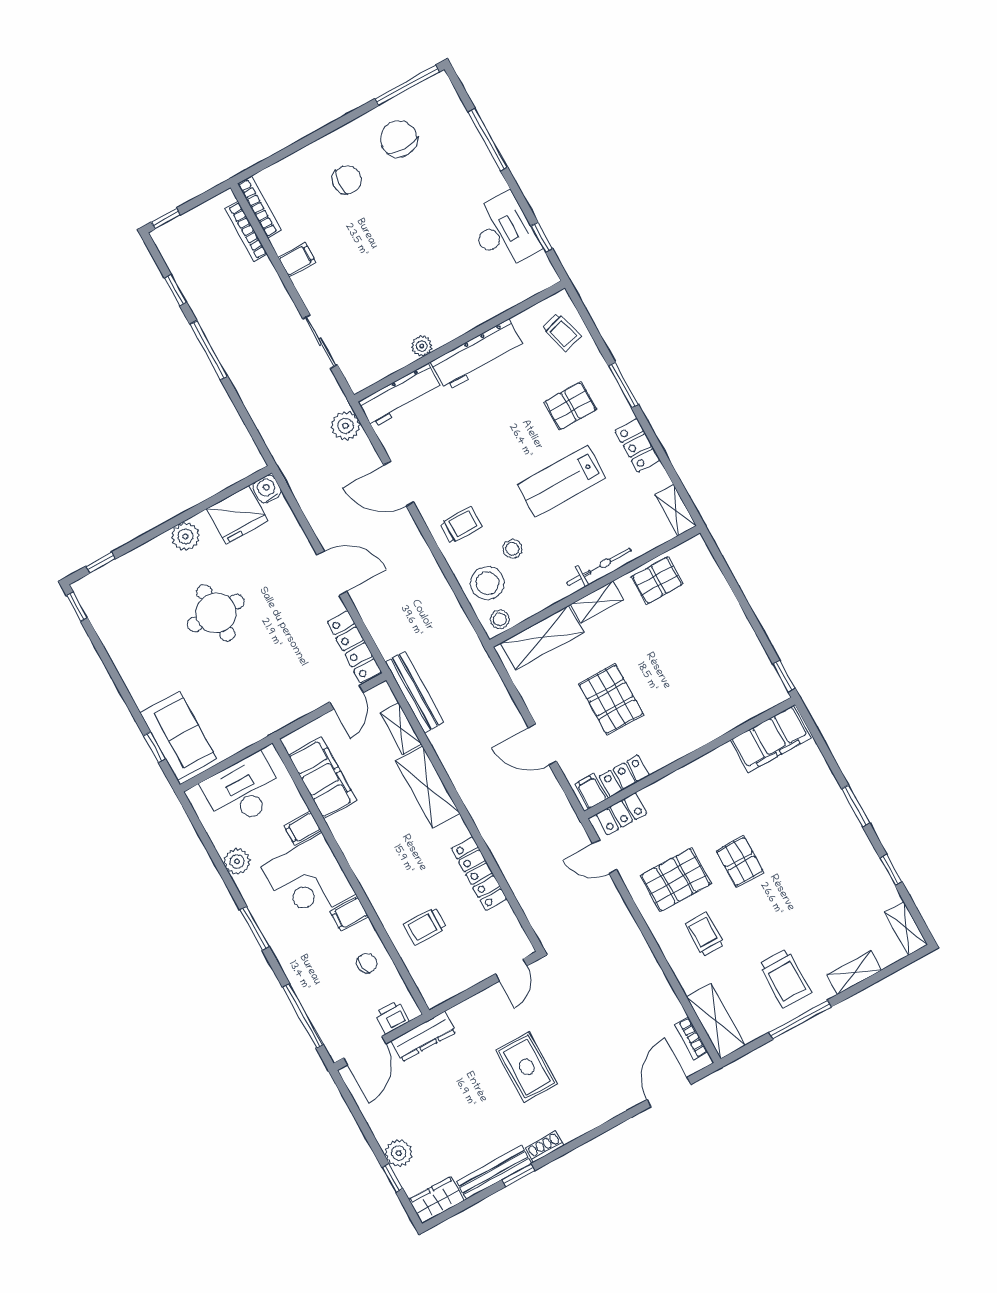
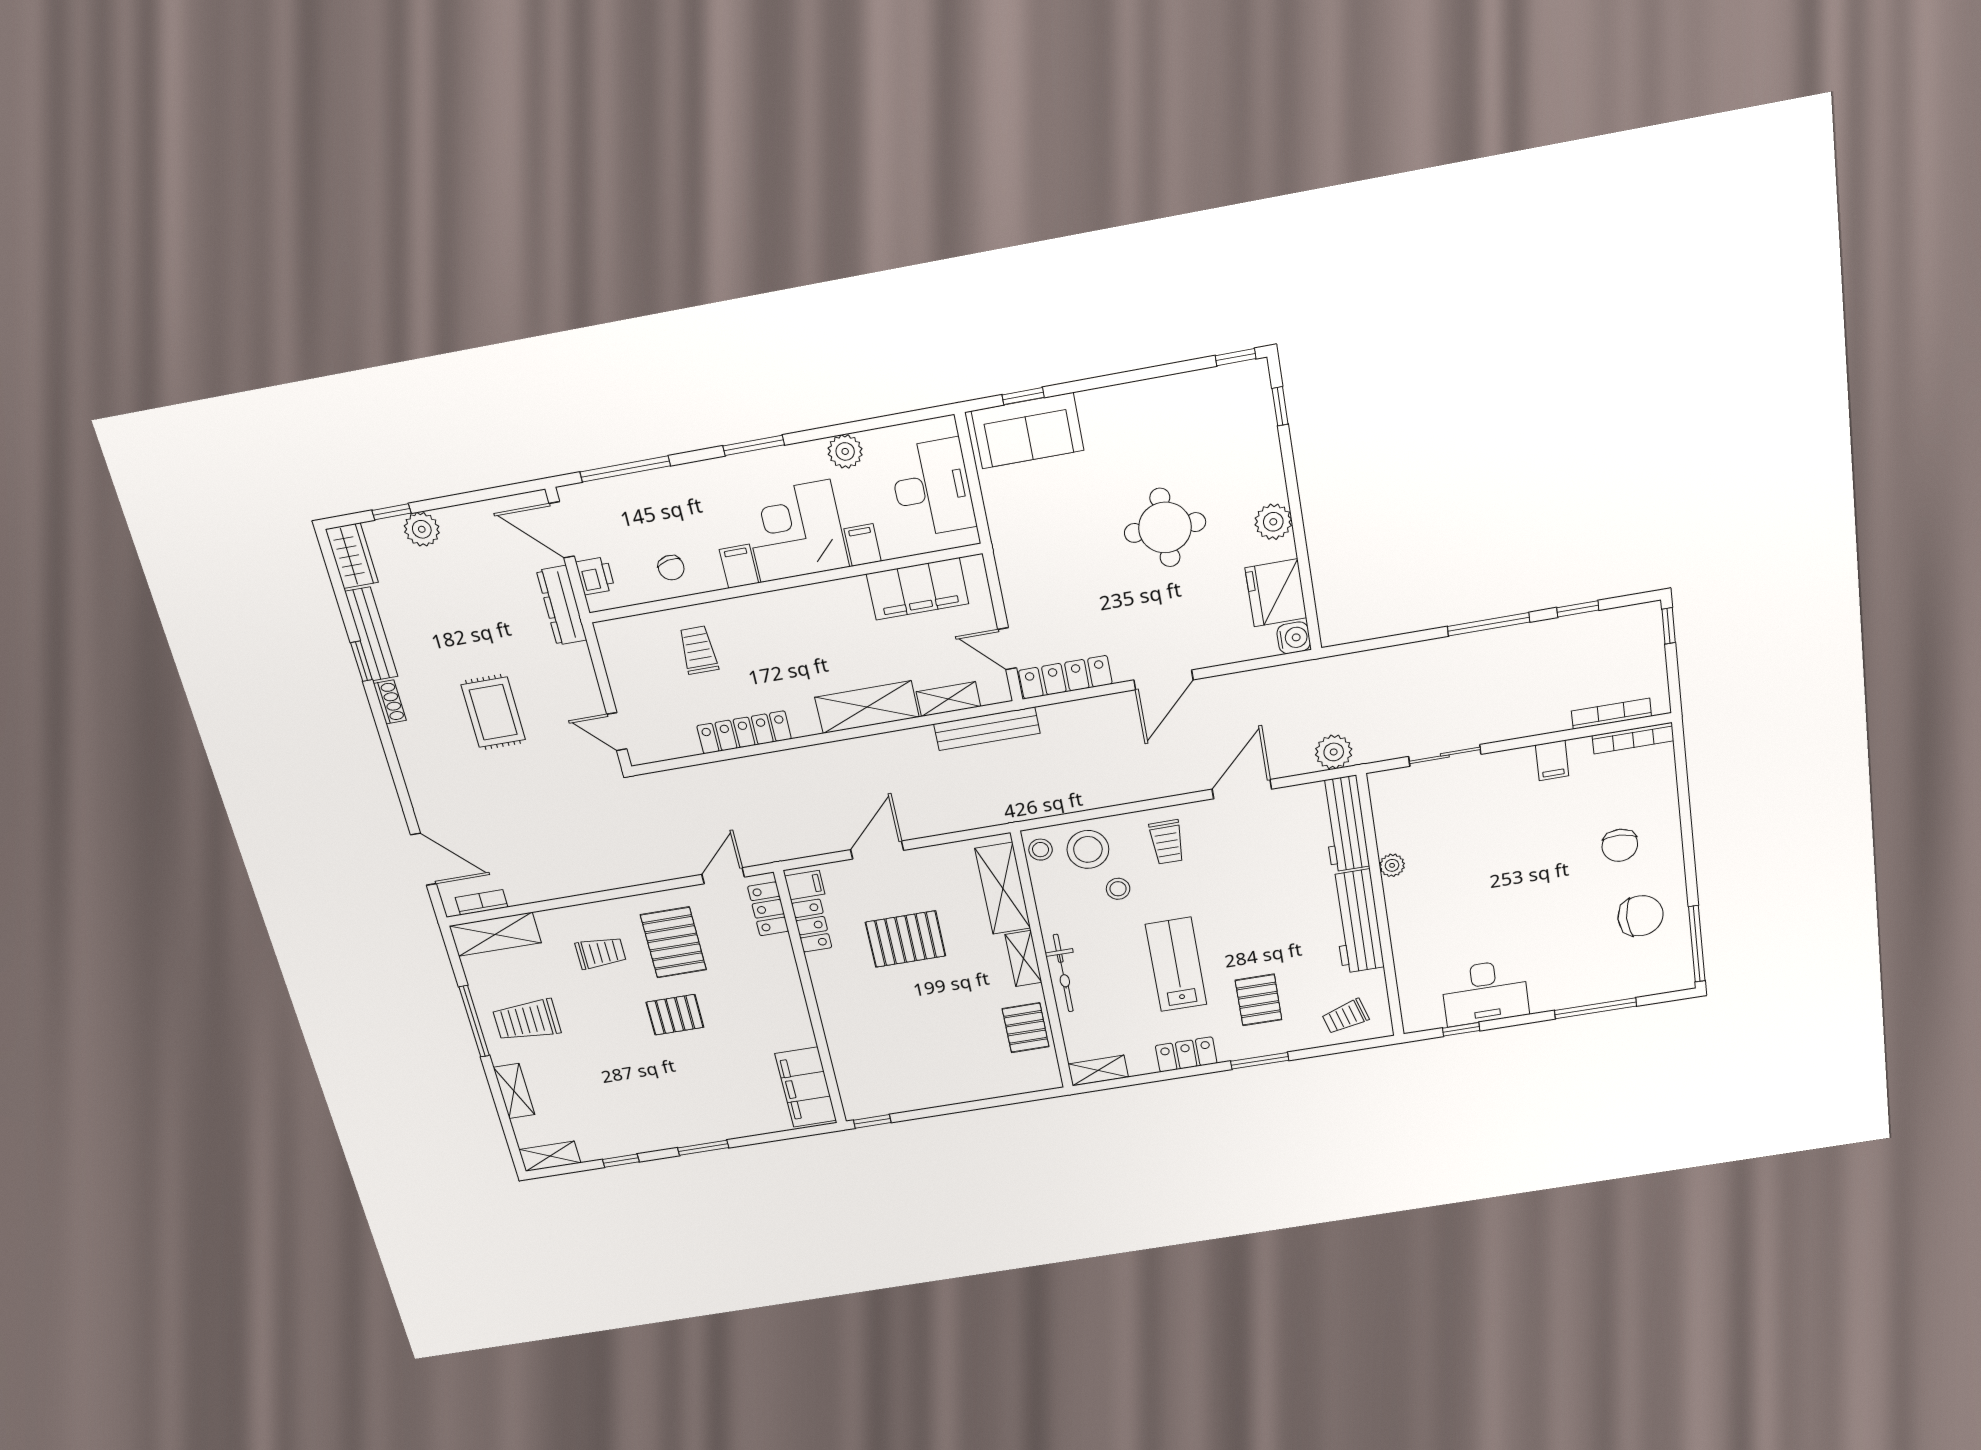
rug: (527, 1067) -> (493, 712), turned 90

